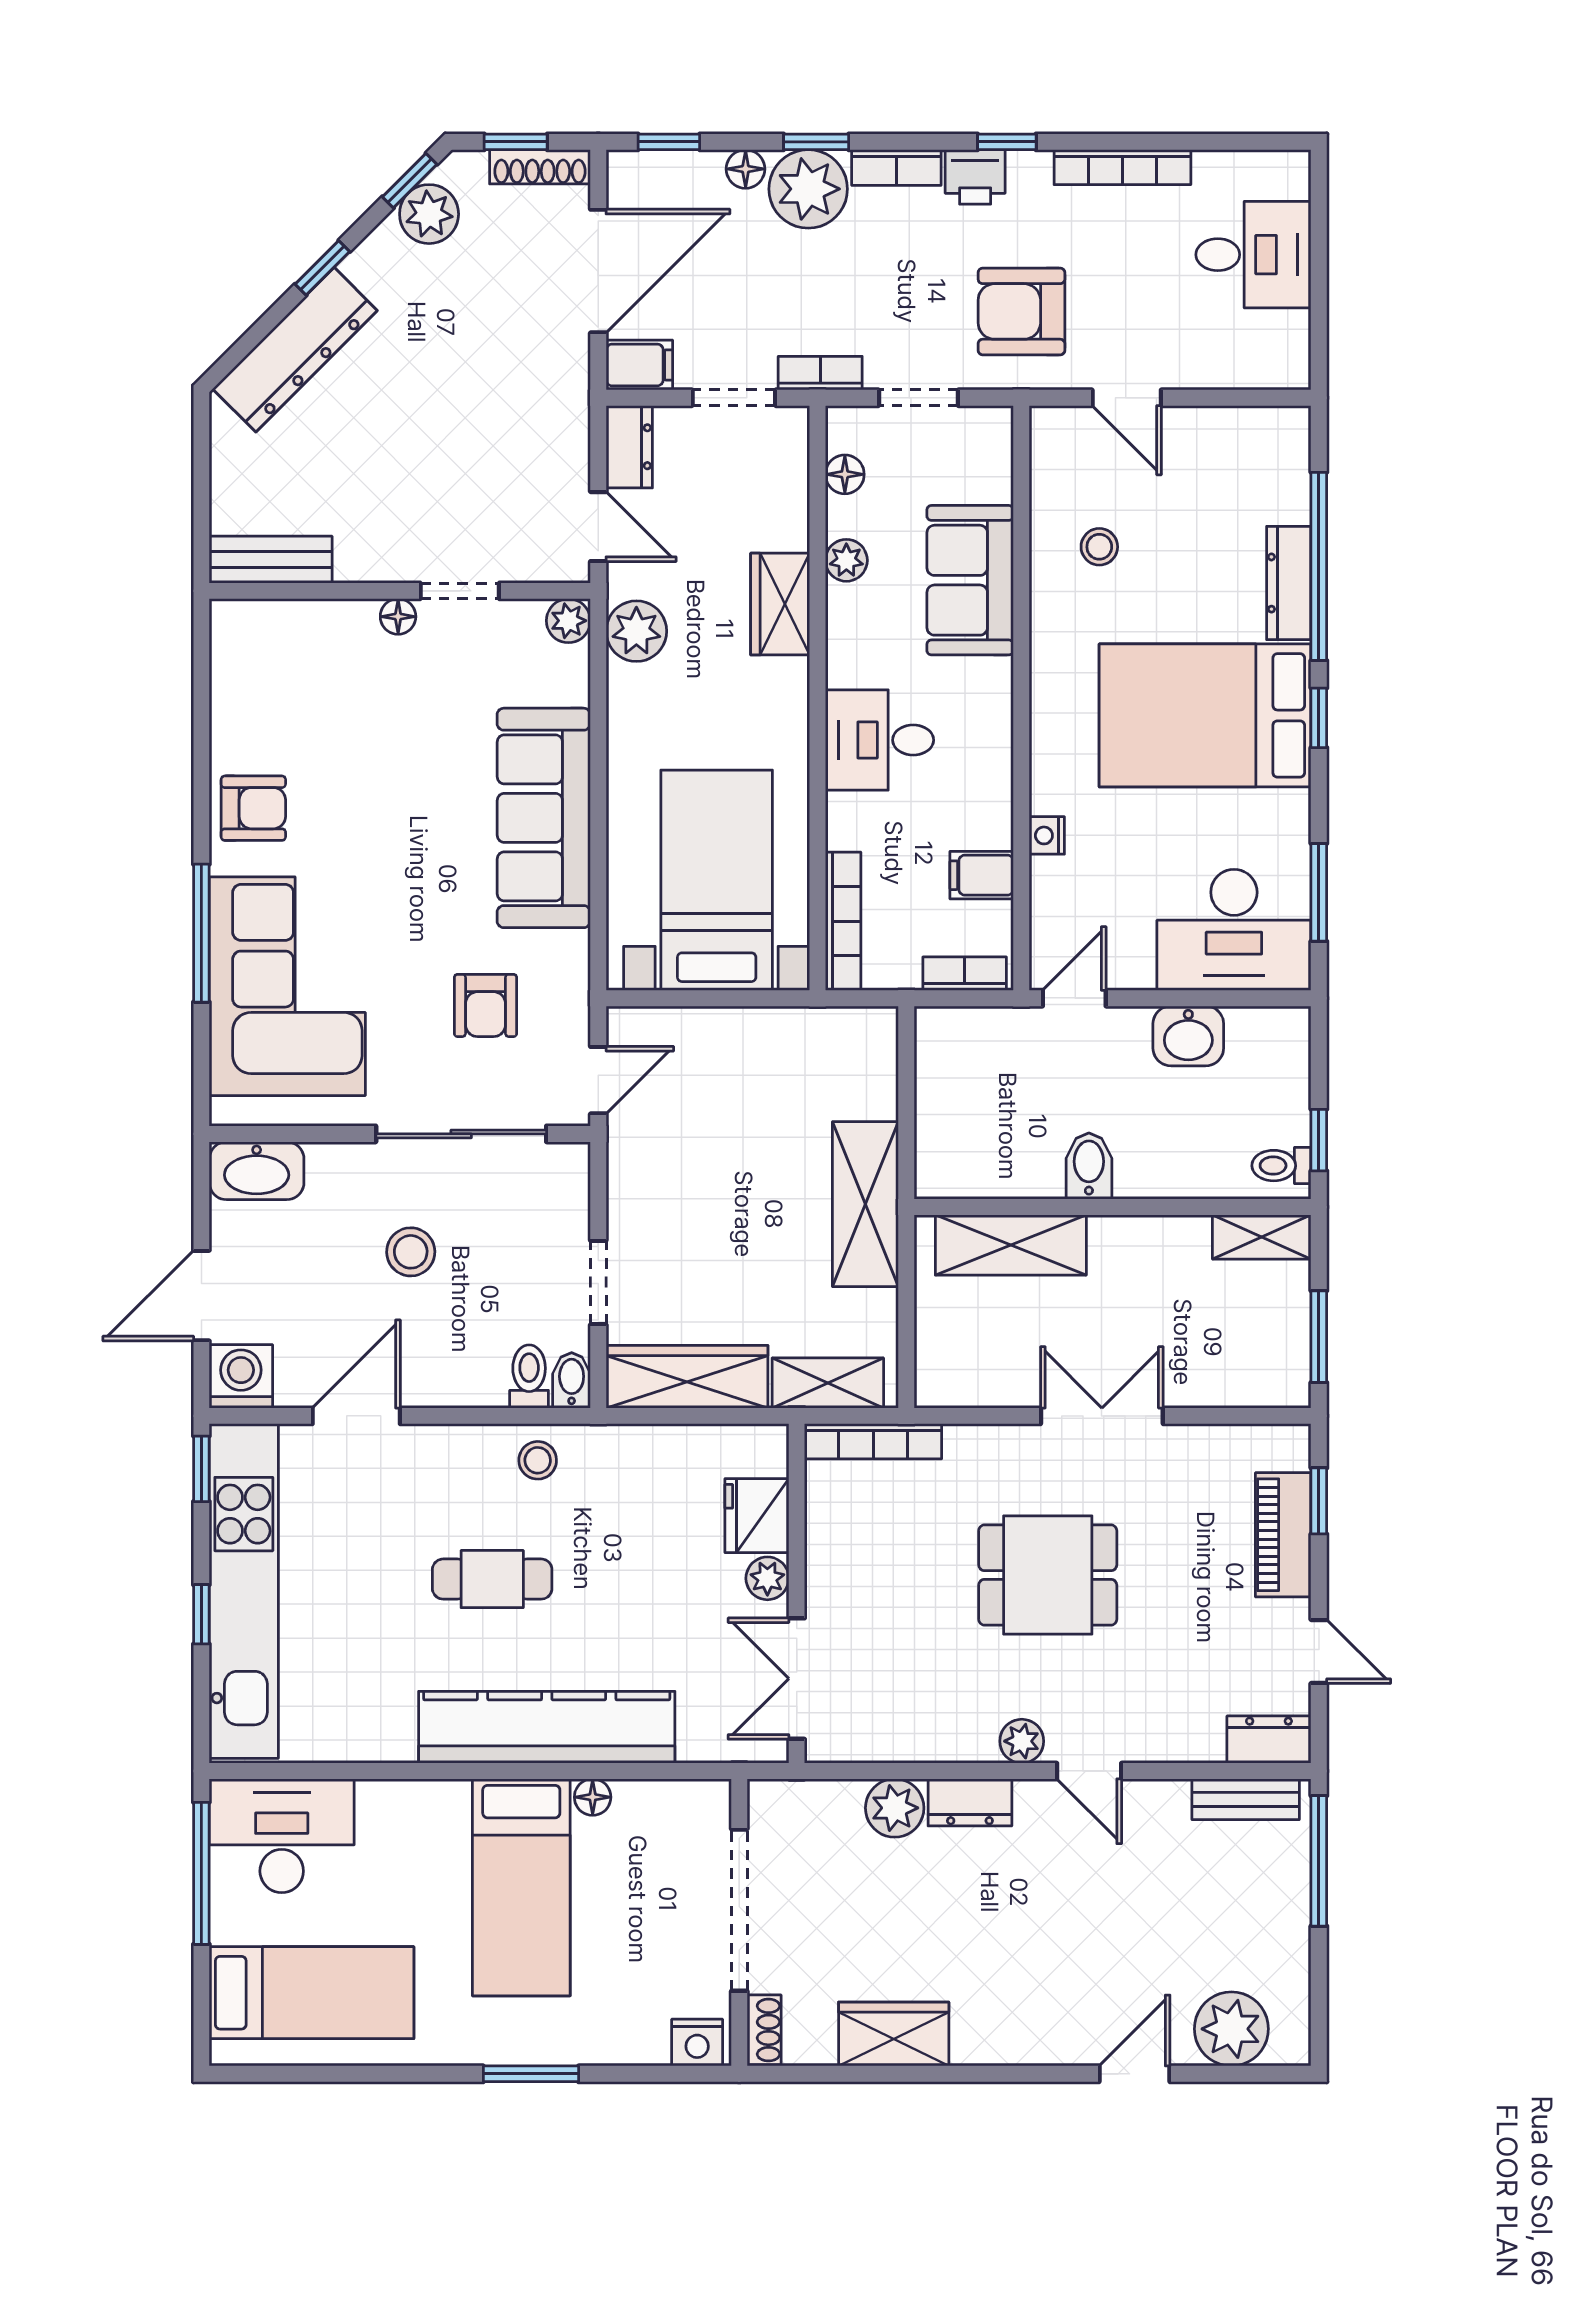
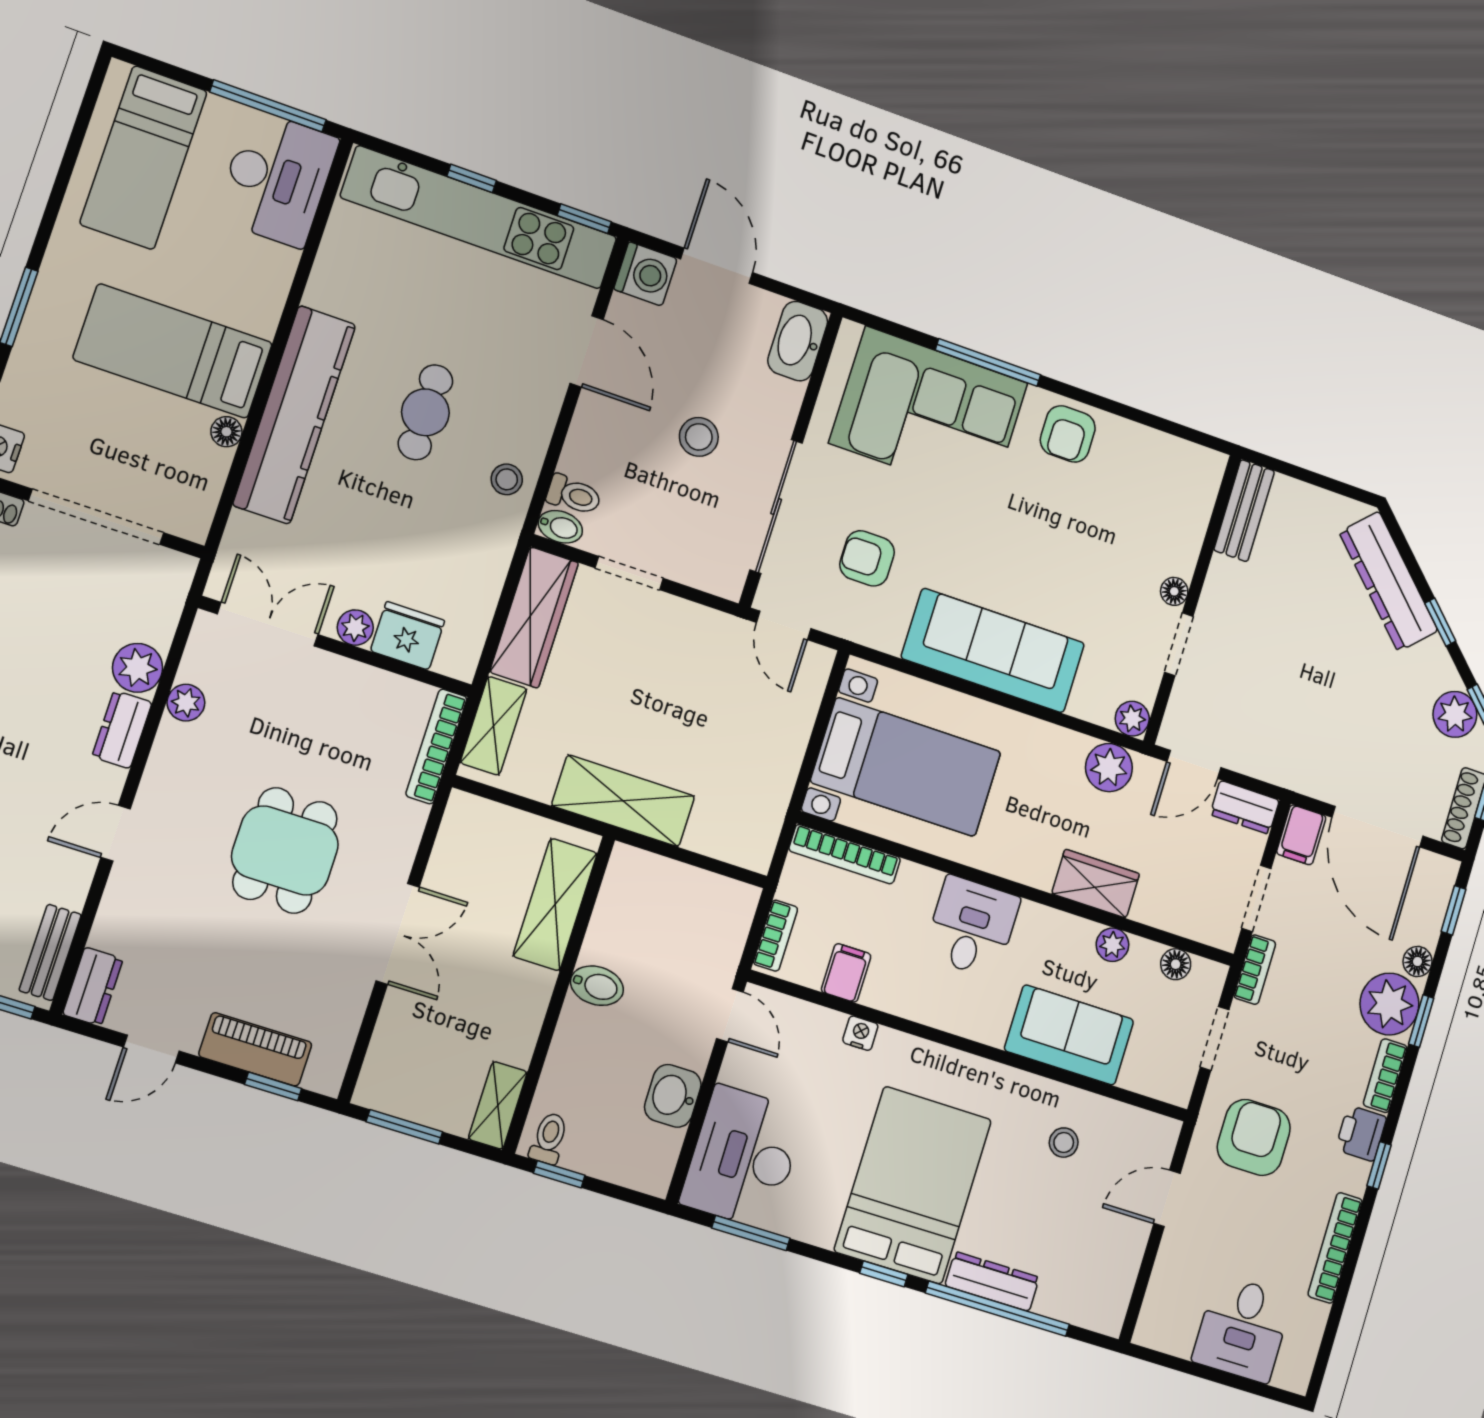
plant: (1022, 1741) -> (186, 703), moved

